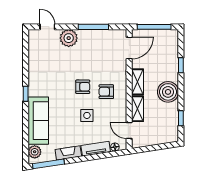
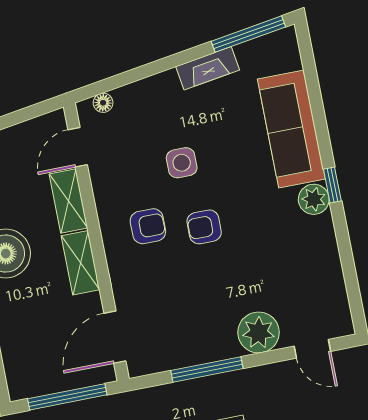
door: (129, 130) -> (78, 147), swing flipped
tv unit: (96, 149) -> (147, 90), removed
plant: (35, 152) -> (314, 199), moved

